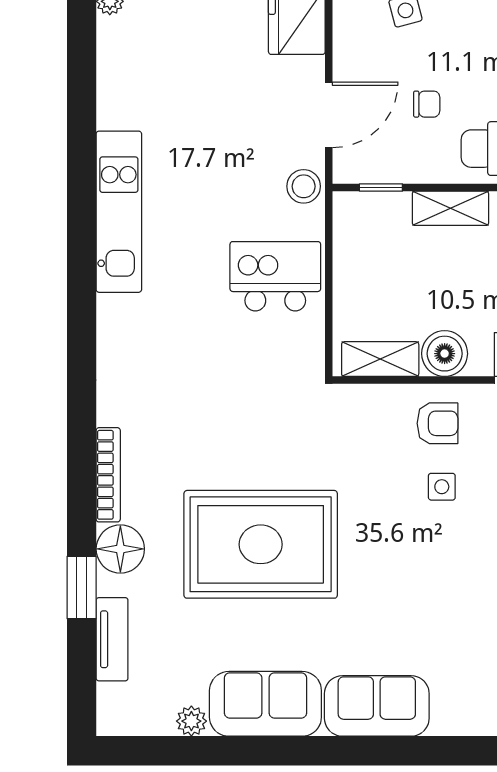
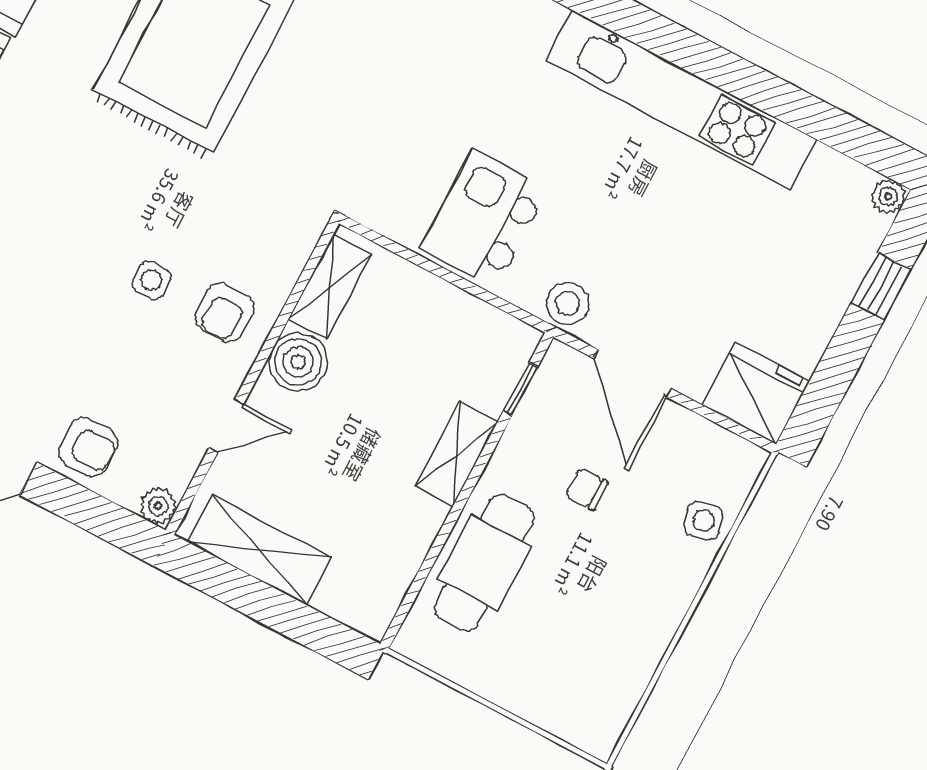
chair: (427, 104) -> (587, 489), turned 90
kitchen unit: (119, 212) -> (681, 100), width x1.36
kitchen island: (275, 276) -> (484, 219), turned 180

